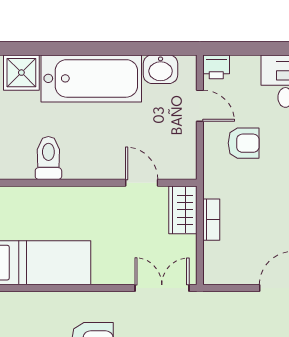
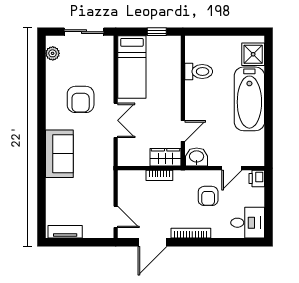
washbasin: (161, 69) -> (197, 157), moved, turned 90
double door: (162, 288) -> (116, 120), moved

